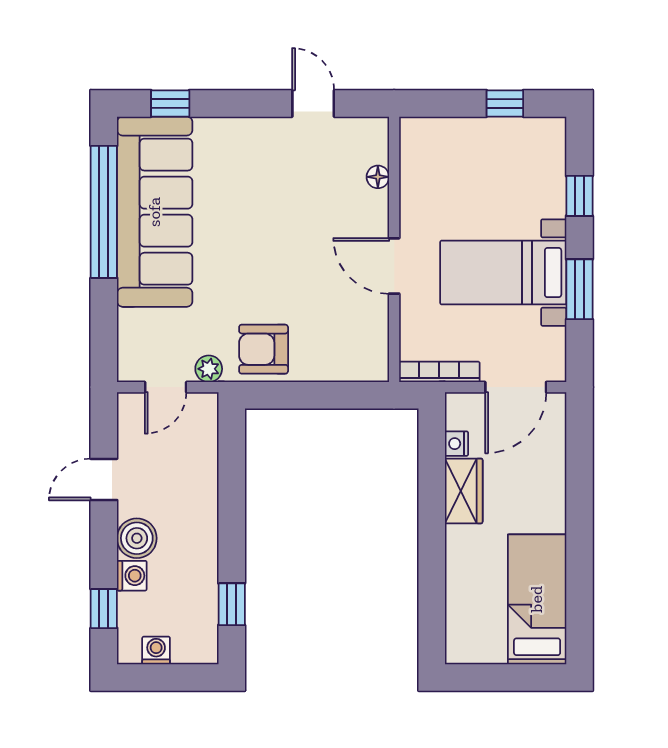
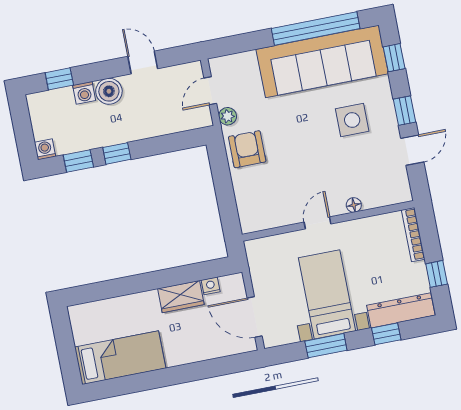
window: (252, 103) -> (405, 111), added
dresser: (549, 167) -> (401, 310), added
floor lamp: (378, 177) -> (354, 205), moved
side table: (251, 184) -> (352, 120), added
door: (394, 266) -> (318, 223), width x0.73
bookcase: (439, 372) -> (413, 235), moved, turned 180
door: (166, 387) -> (210, 91), hinge flipped
window: (232, 545) -> (117, 153), added
washing machine: (156, 650) -> (45, 149), moved, turned -90

